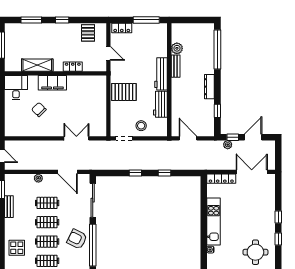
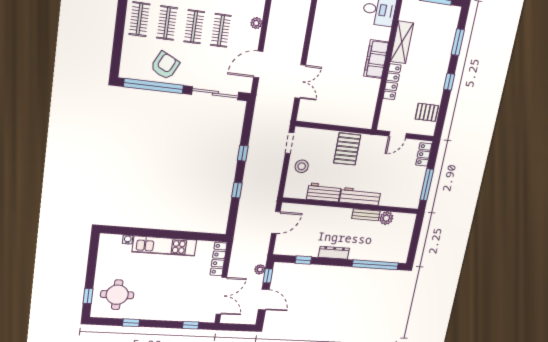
locker: (73, 67) -> (392, 82), width x1.53
chair: (39, 110) -> (346, 37), removed
window: (278, 217) -> (191, 325), moved

